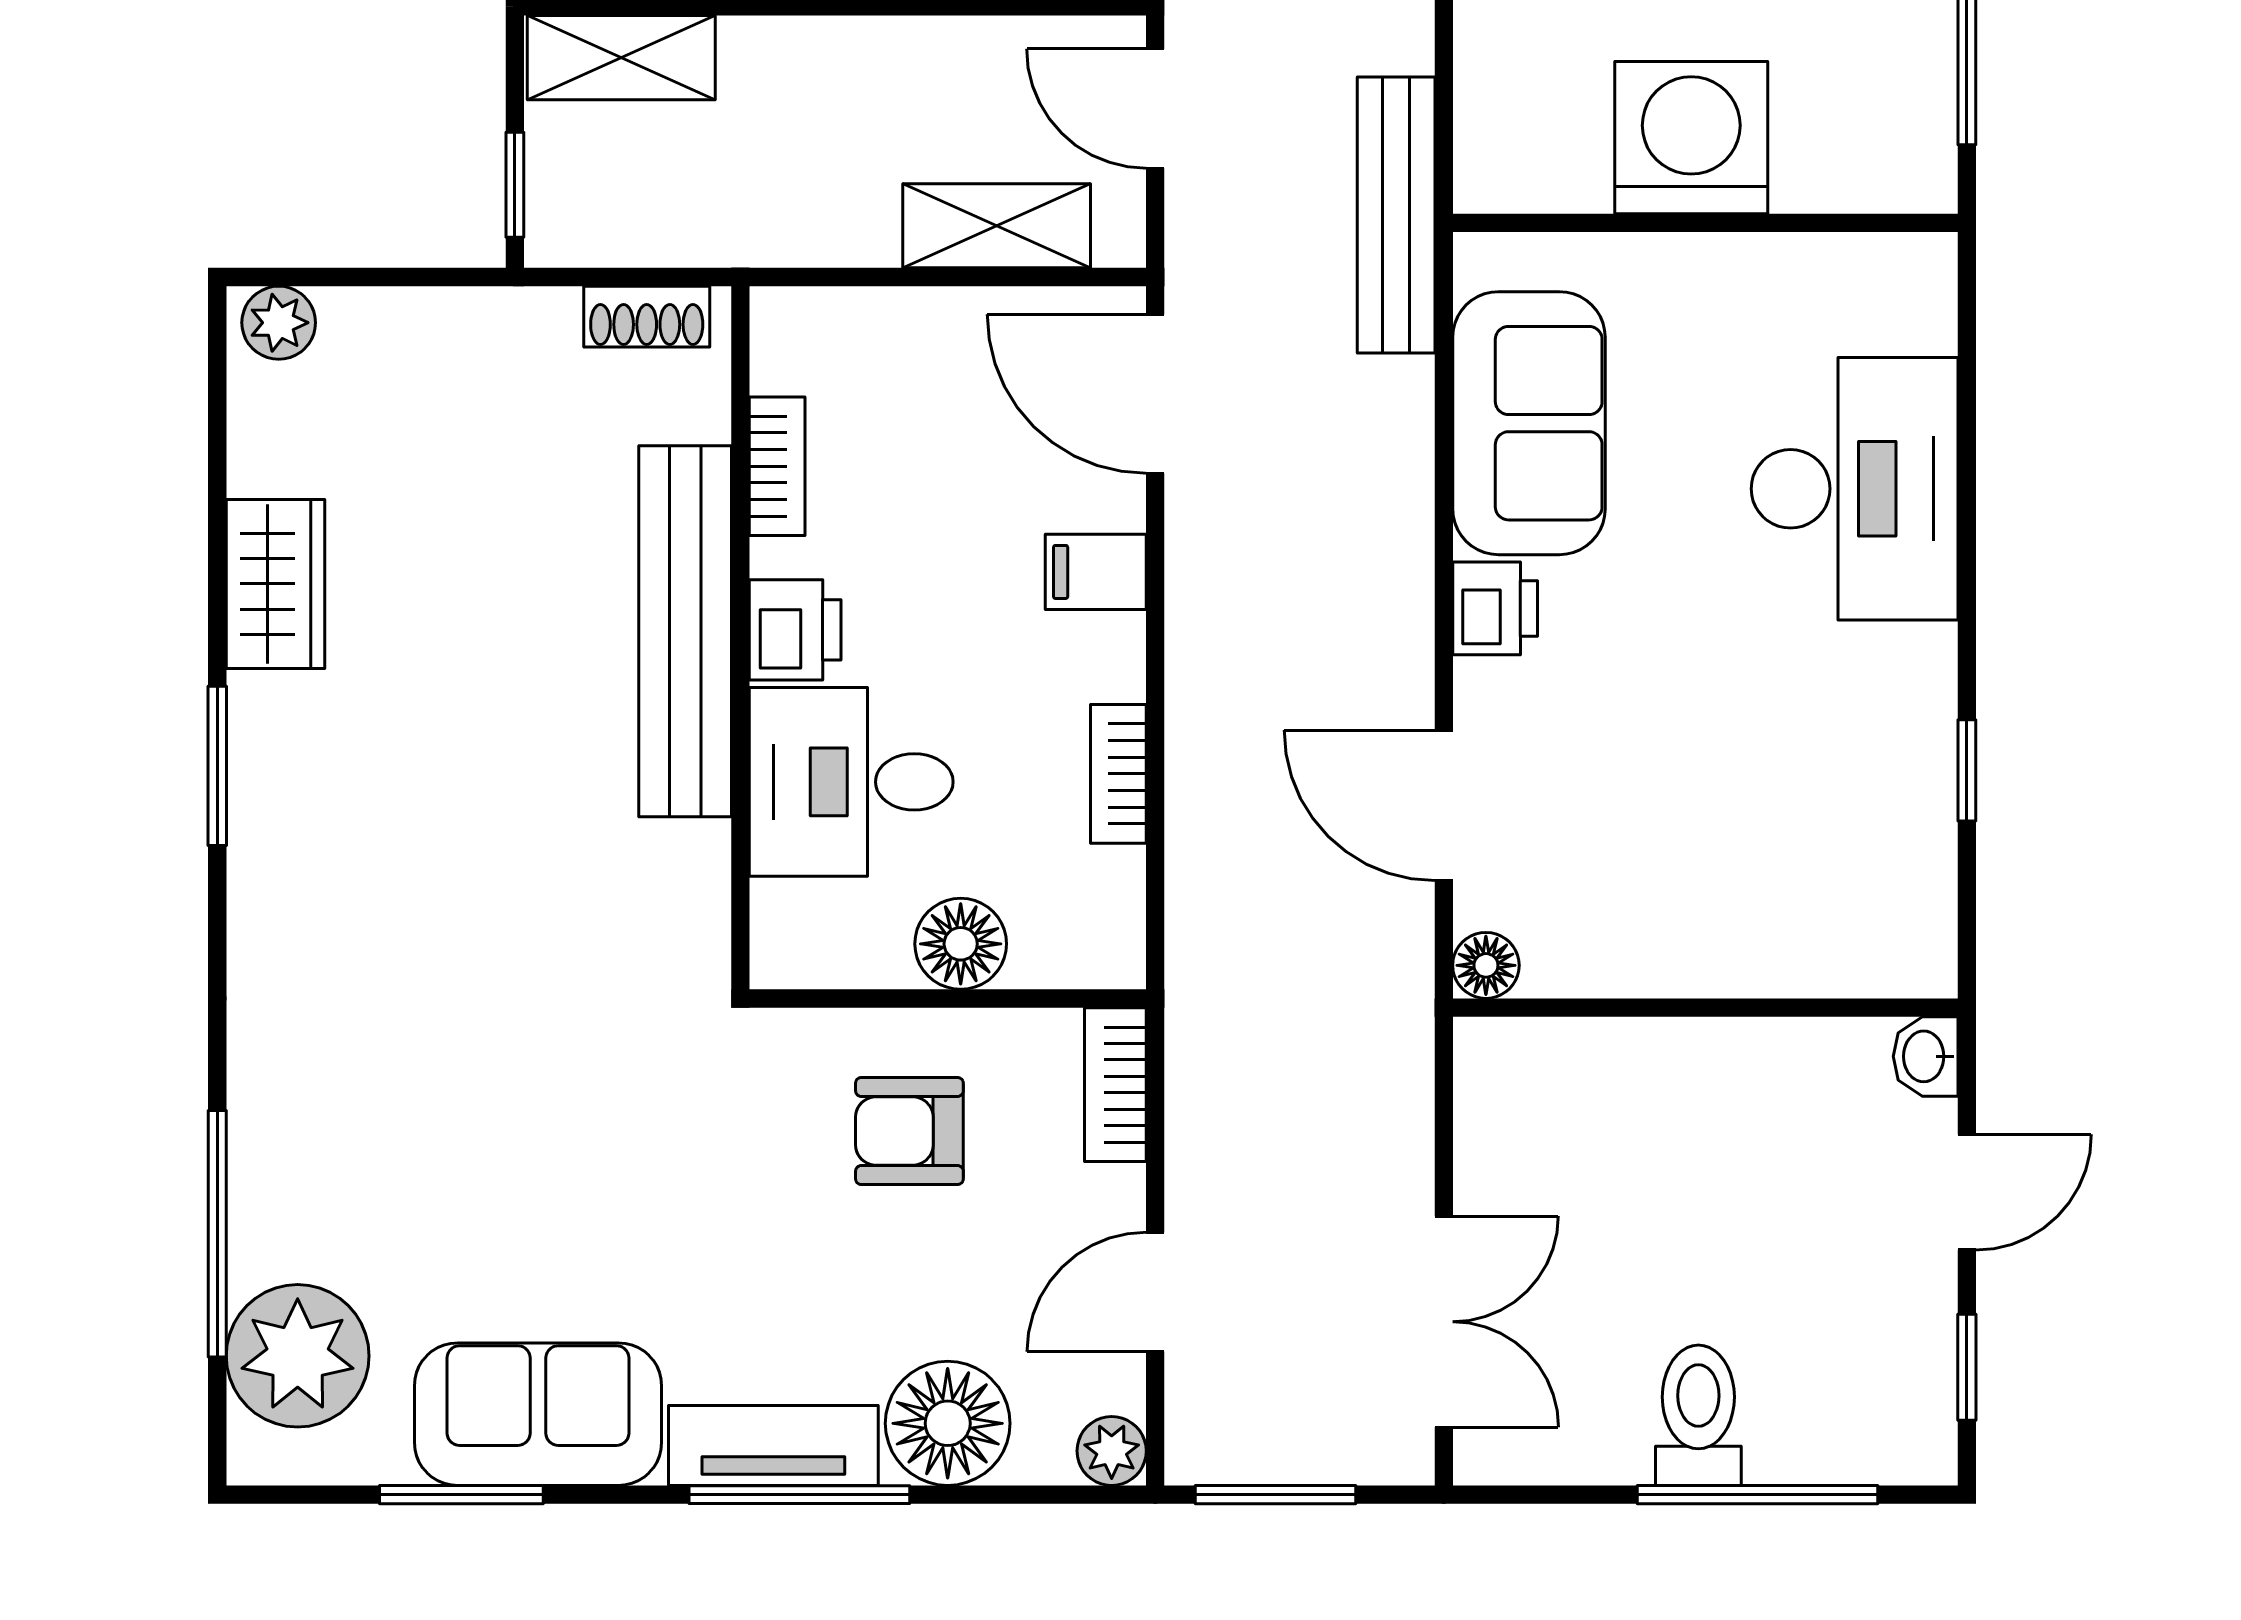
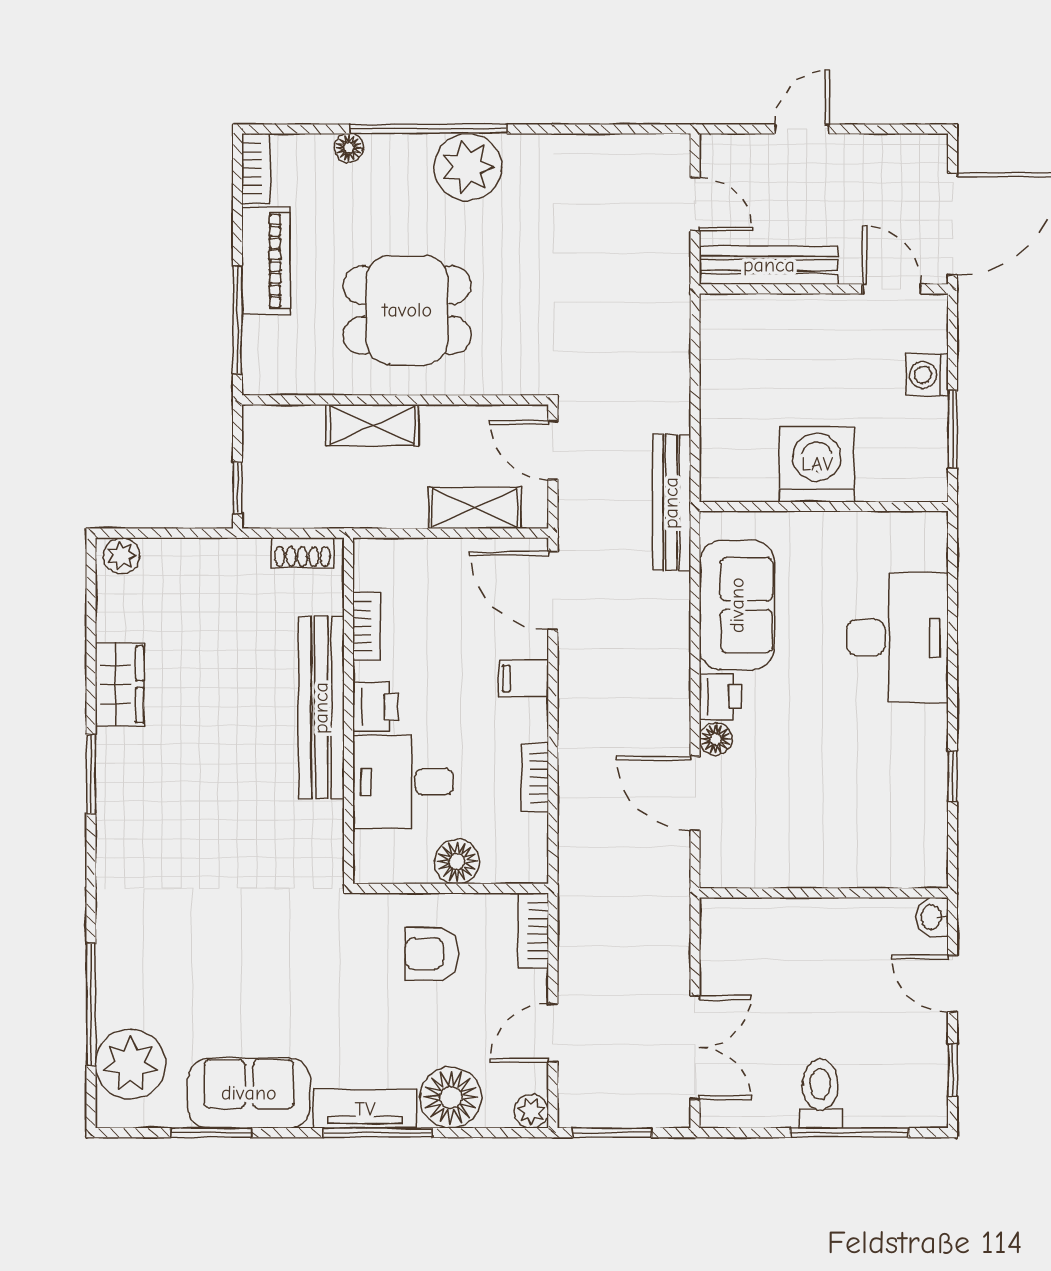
shelving: (621, 58) -> (372, 425), moved
floor lamp: (1486, 965) -> (716, 739), moved
door: (1967, 1192) -> (953, 984), swing flipped

